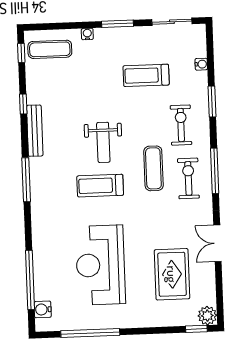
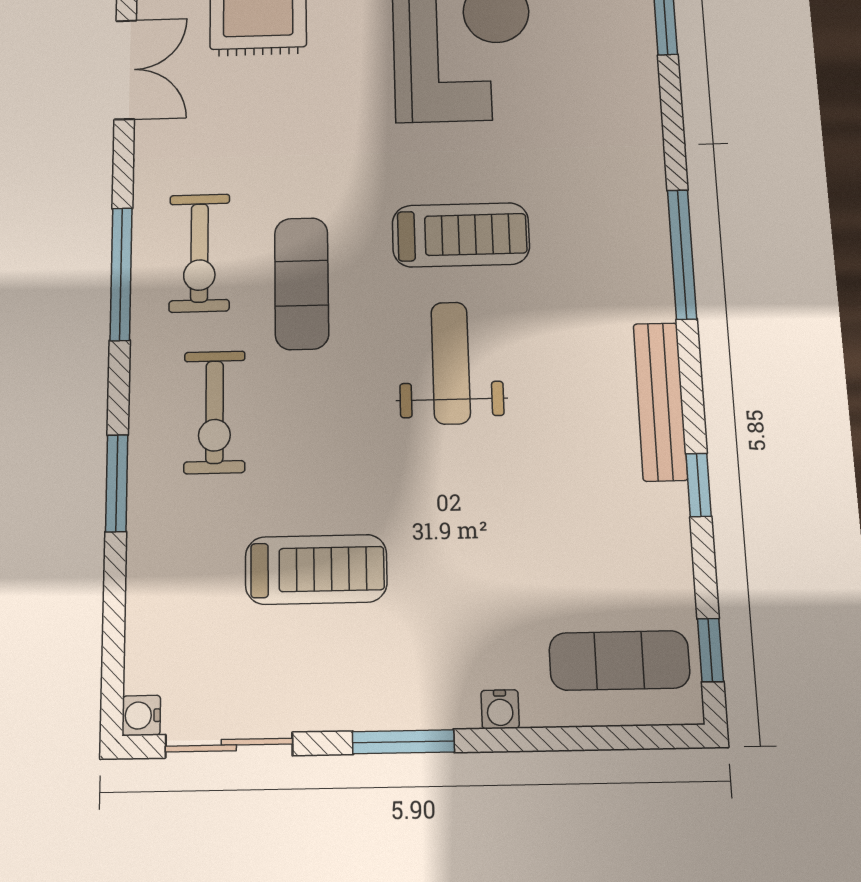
water cooler: (201, 64) -> (141, 715), moved

